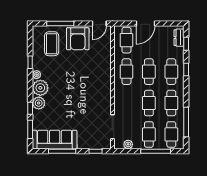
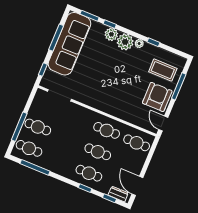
door: (145, 23) -> (137, 186), moved
armchair: (78, 39) -> (157, 97), turned 90
cafe table: (149, 103) -> (68, 139), removed
cafe table: (171, 103) -> (59, 161), removed
sofa: (55, 140) -> (69, 44), width x1.36, depth x1.27
plant: (128, 144) -> (37, 103), removed

